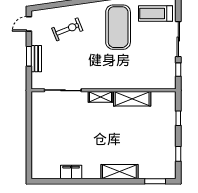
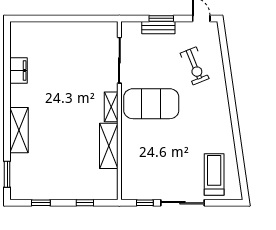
exercise mat: (118, 27) -> (151, 104), moved

